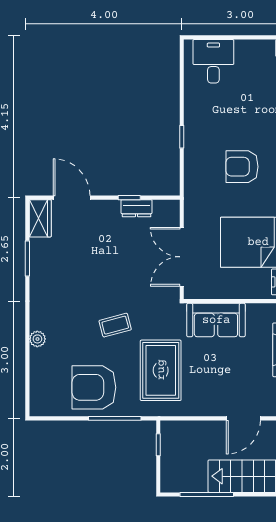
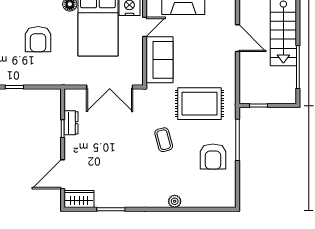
door: (257, 301) -> (145, 27), added
armchair: (94, 387) -> (213, 157), width x0.73, depth x0.73

